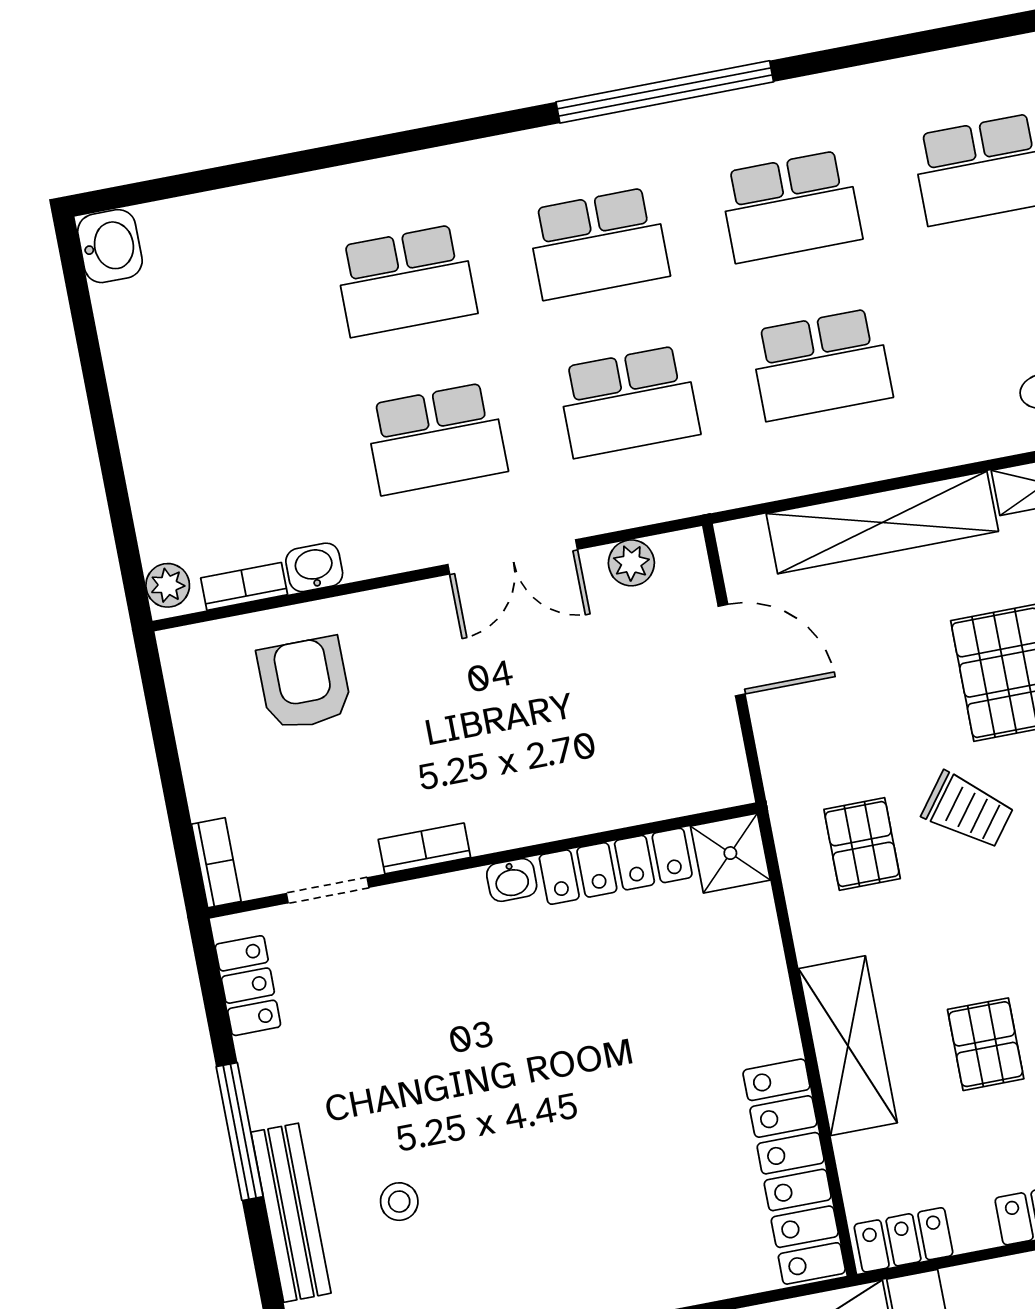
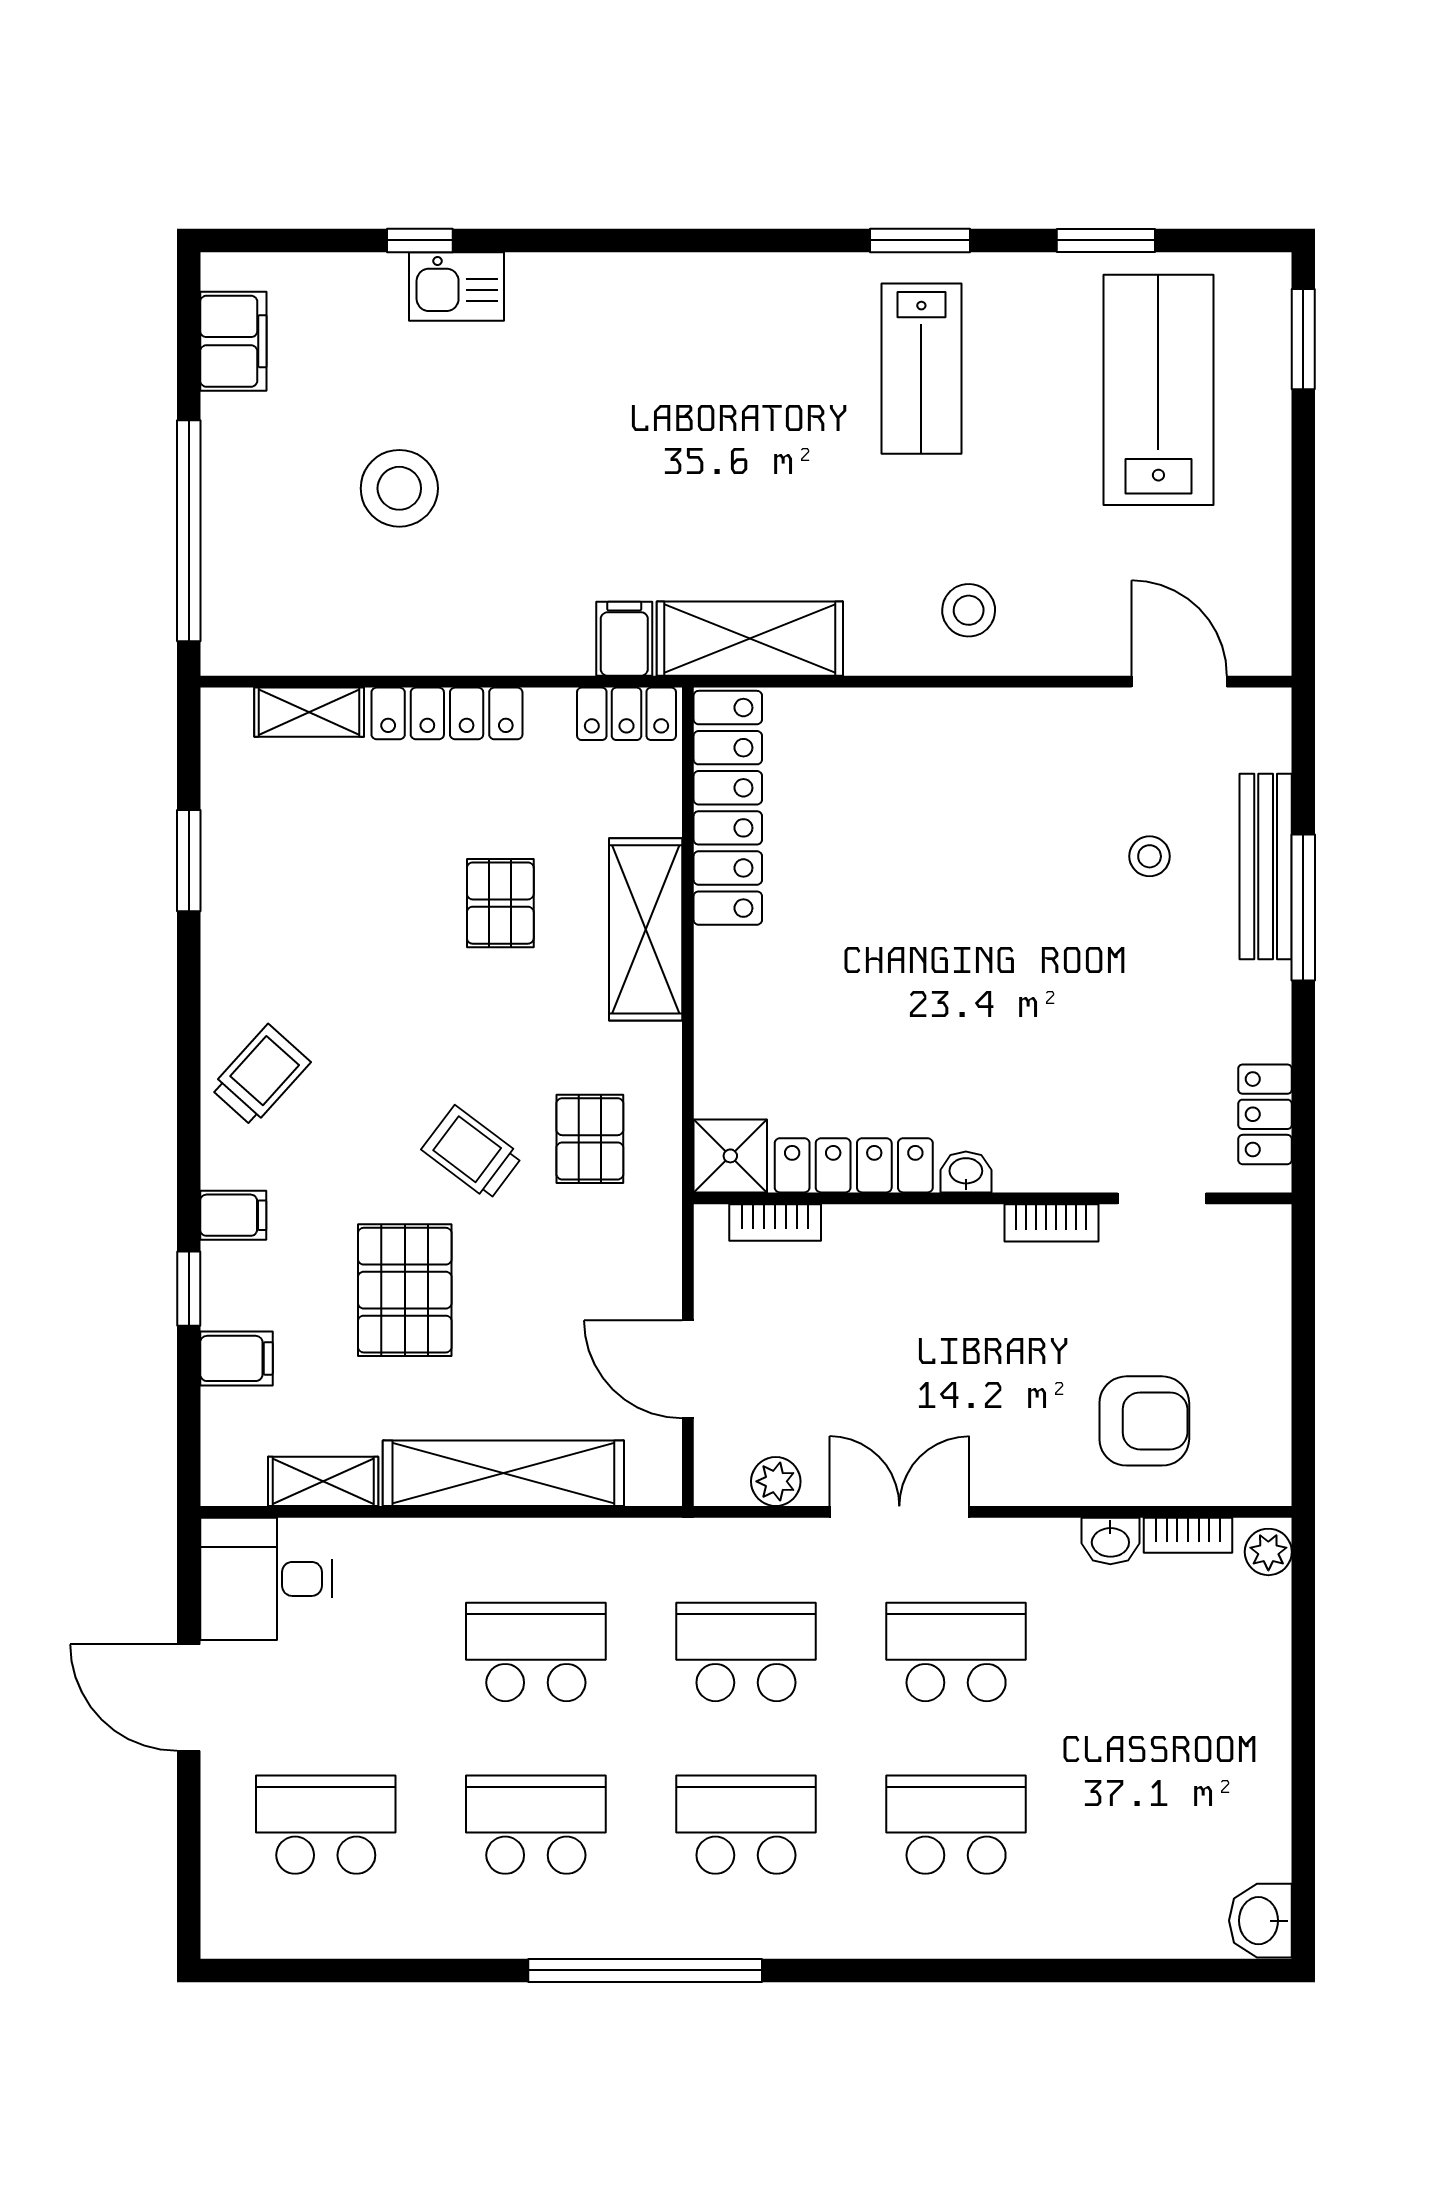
armchair: (304, 683) -> (1144, 1421), turned -90
bookcase: (216, 863) -> (775, 1222), moved, turned -90
window: (240, 1132) -> (1303, 907), moved

